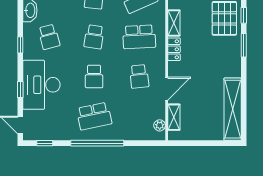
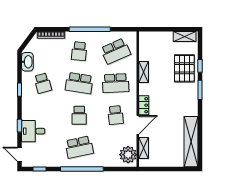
school desk: (94, 37) -> (79, 83), width x1.85
locker: (174, 49) -> (144, 105), moved
desk: (41, 85) -> (33, 131), width x0.53, depth x0.77
plant: (160, 125) -> (128, 155), width x1.88, depth x1.88

